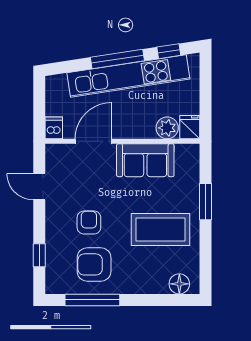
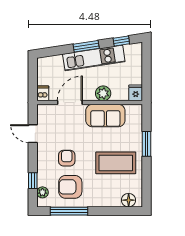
window: (117, 59) -> (86, 46), width x0.69
kitchen unit: (128, 76) -> (94, 58), width x0.73
plant: (167, 128) -> (103, 93), moved
plant: (53, 273) -> (42, 192), added

